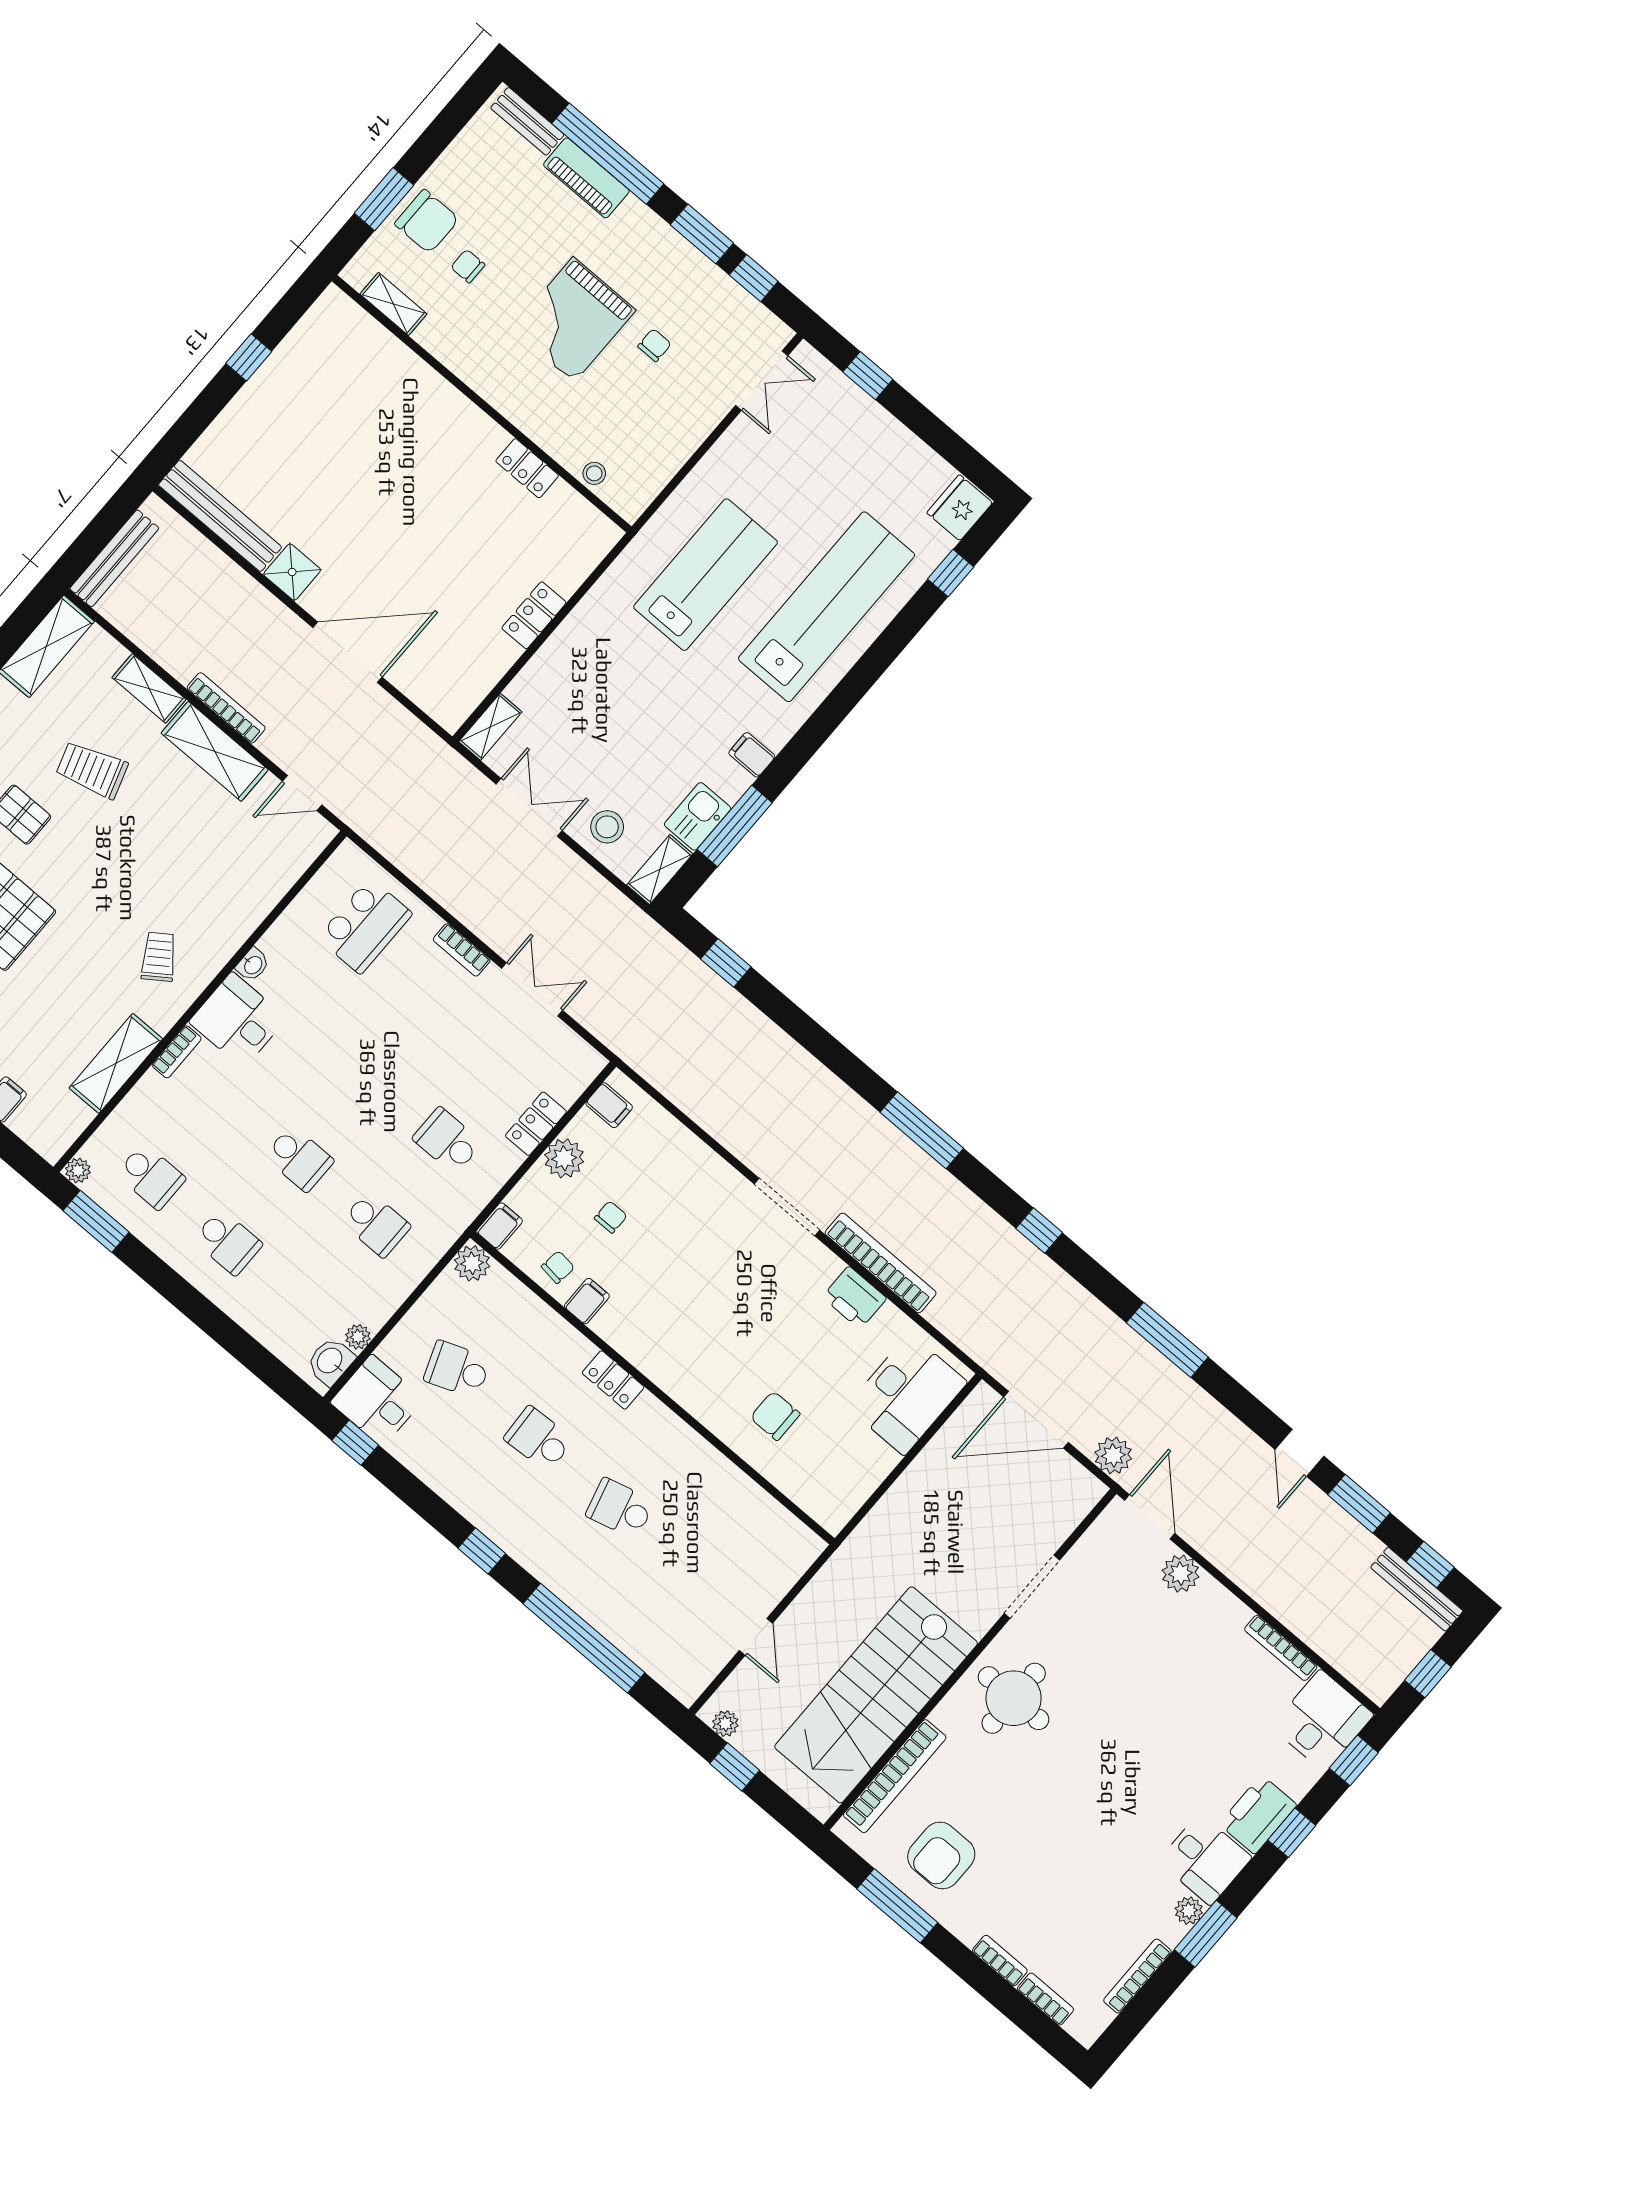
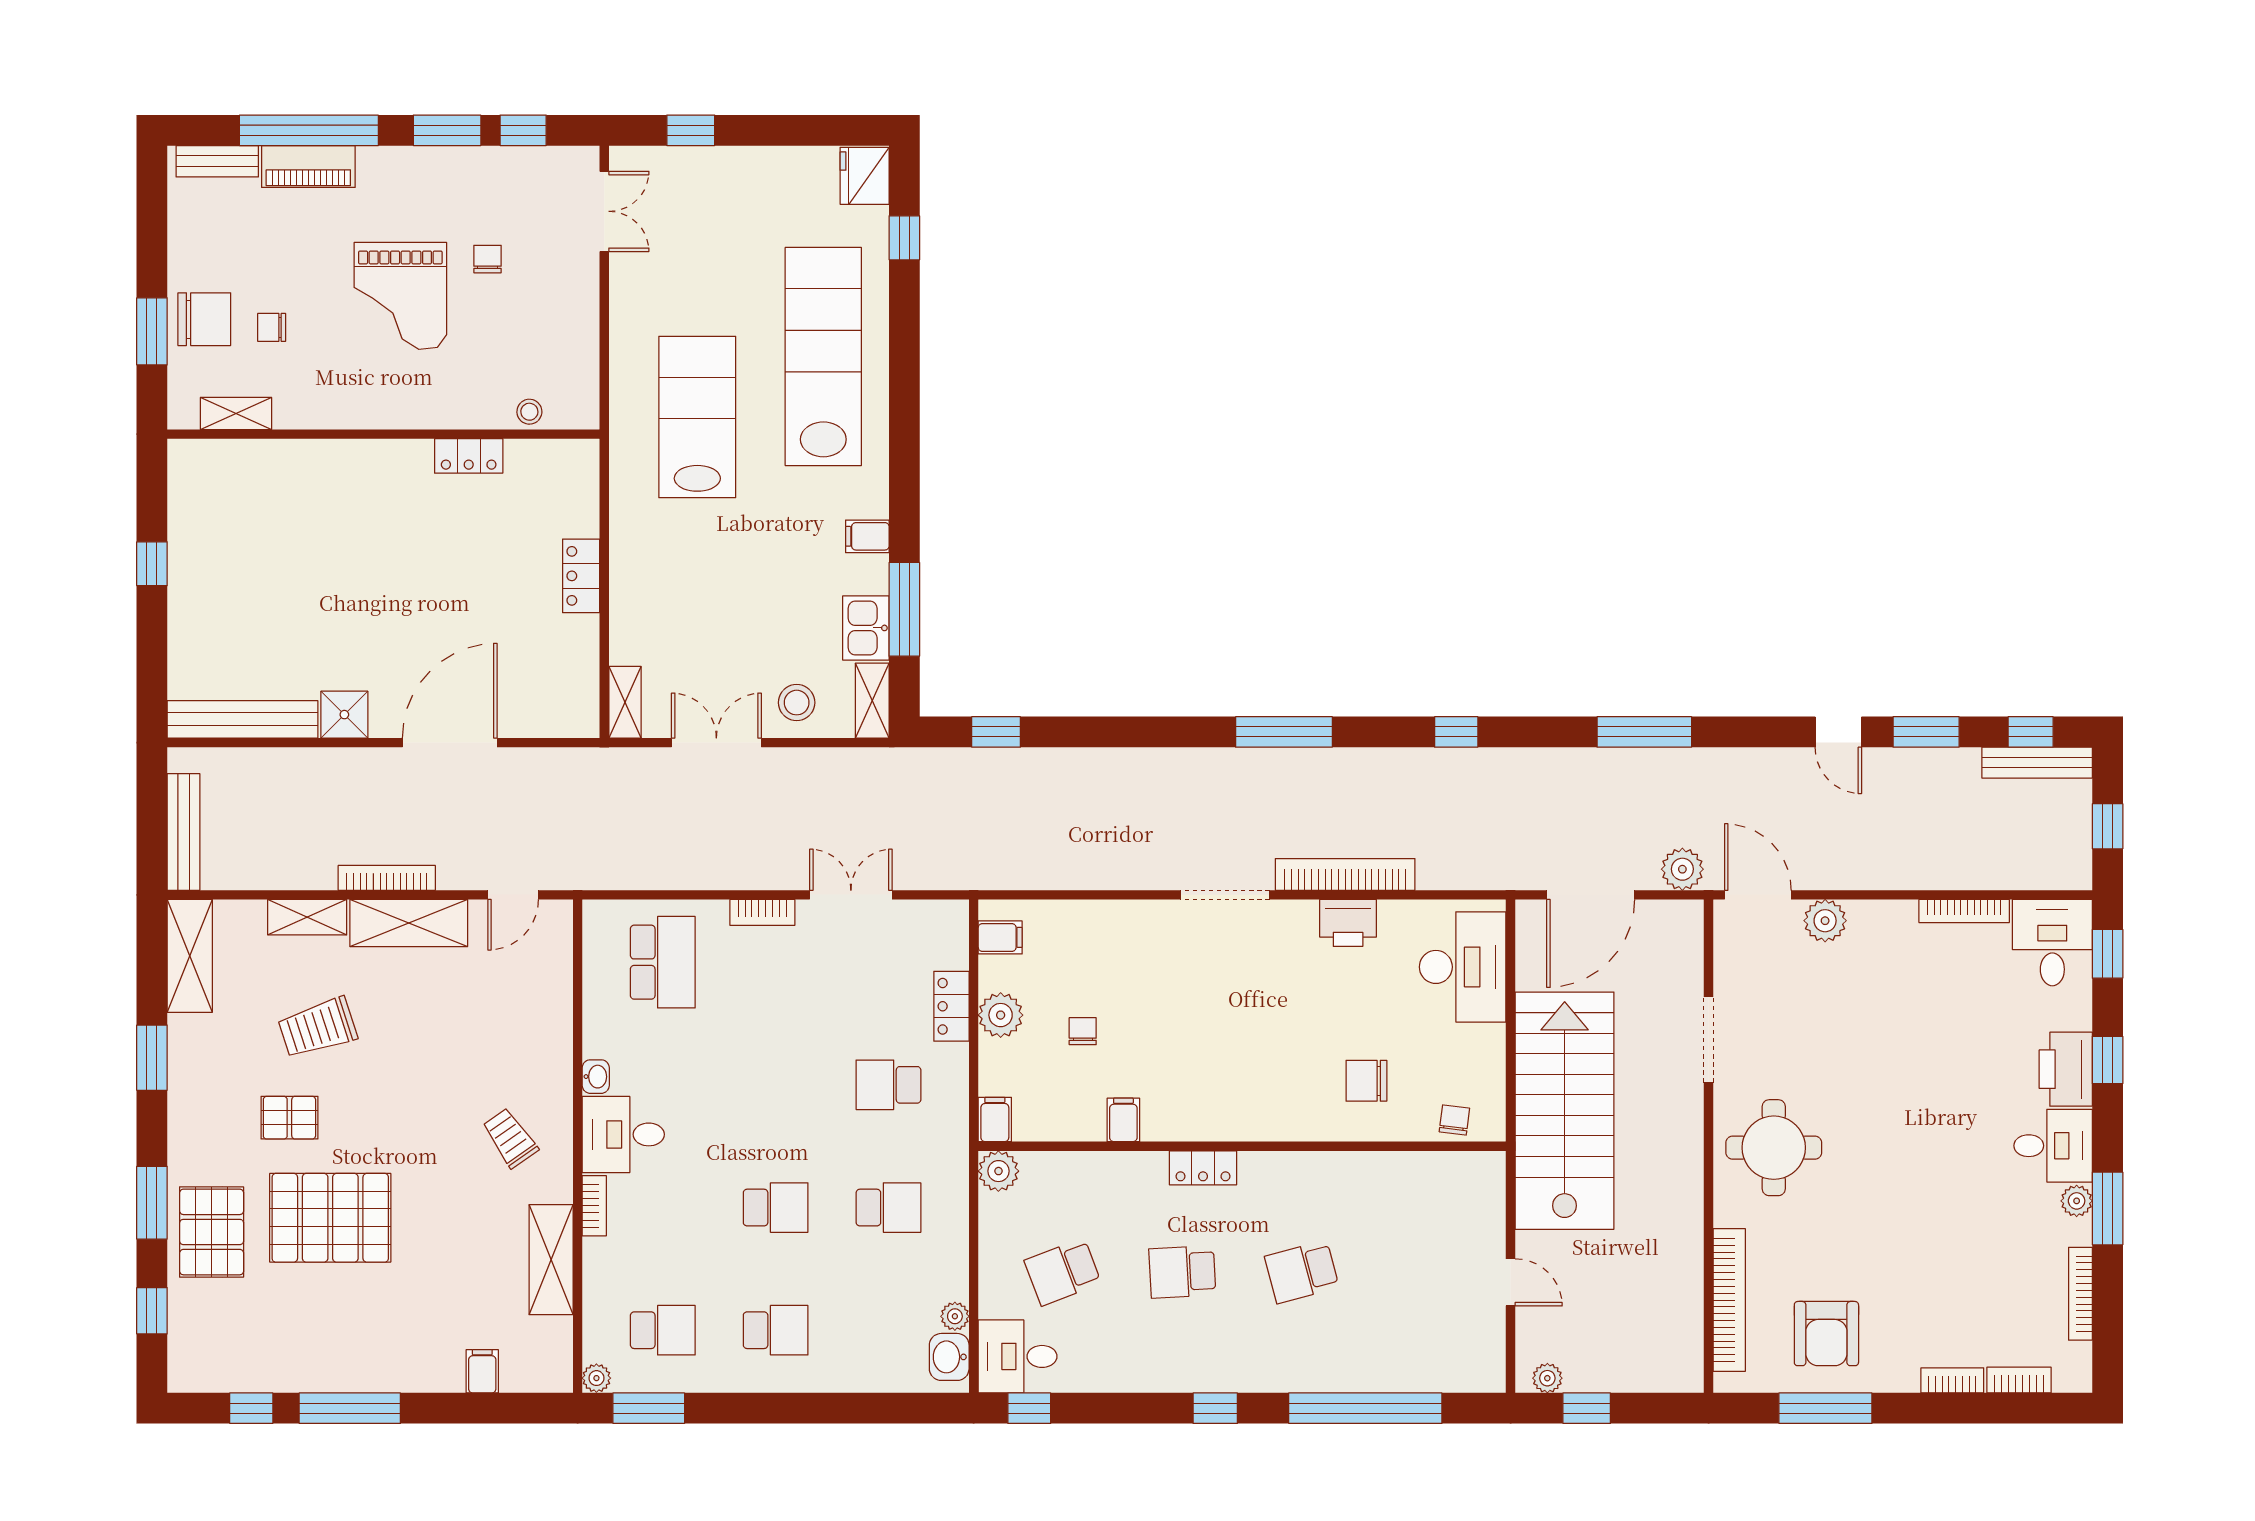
chair: (558, 1267) -> (1454, 1120), moved
stairs: (876, 1695) -> (1565, 1111), moved, turned 180

